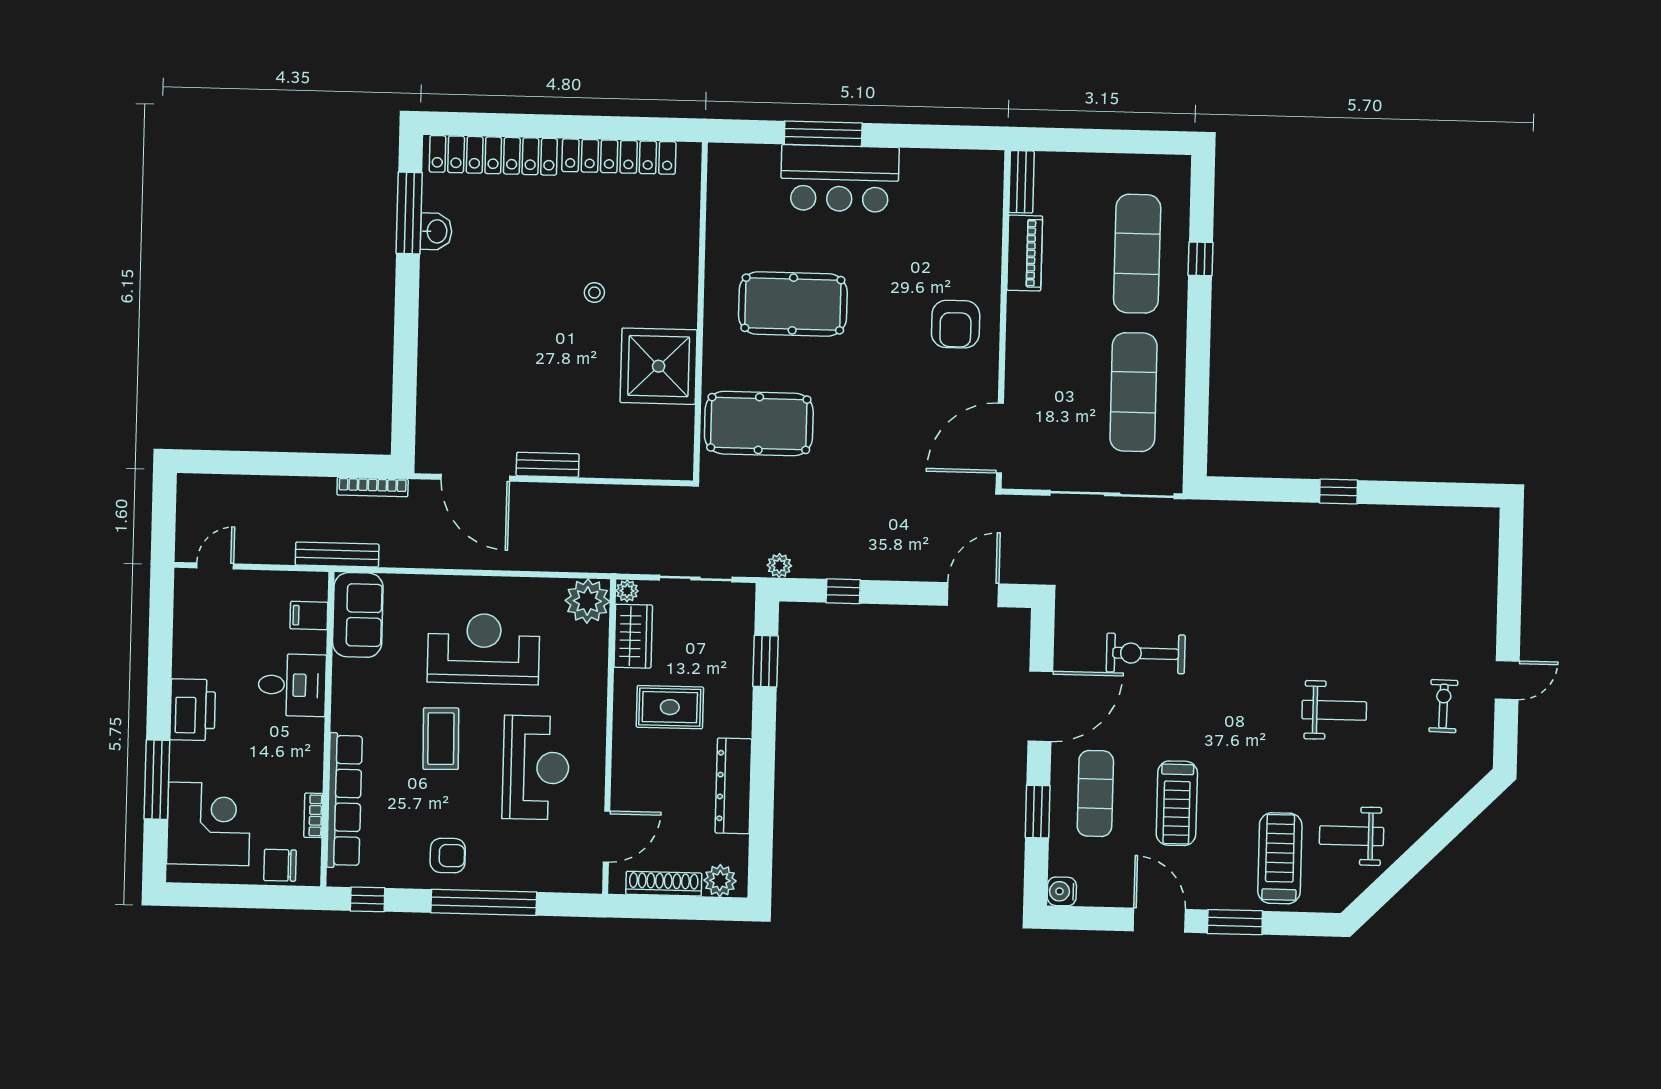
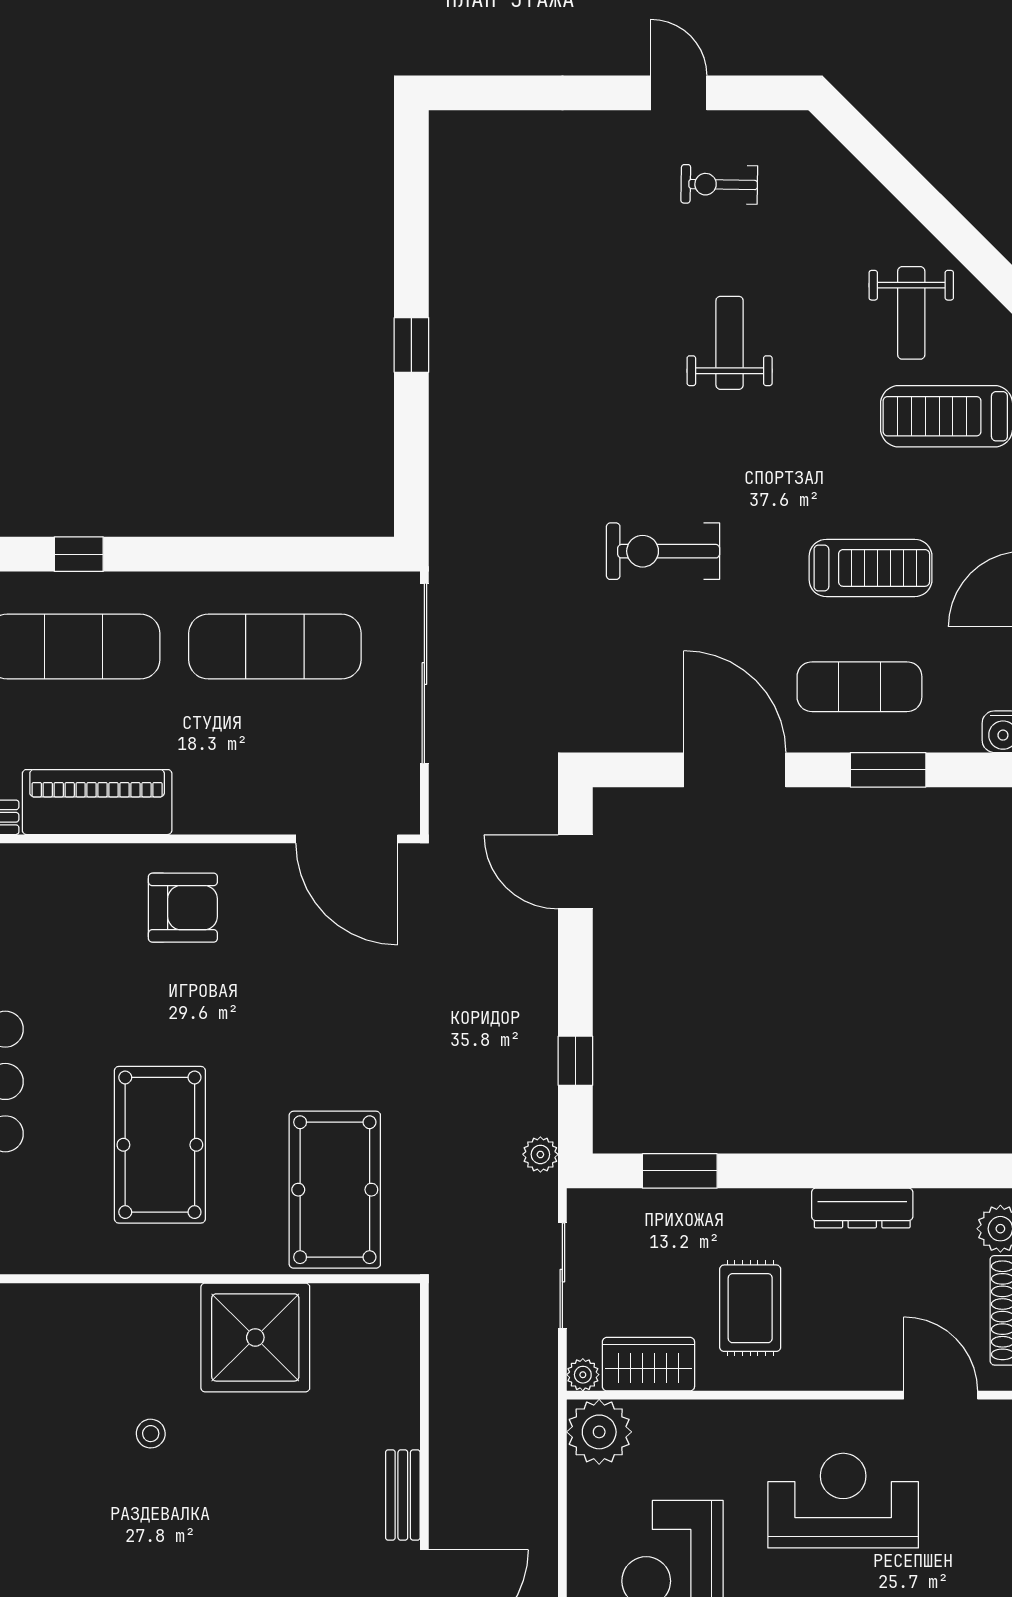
piano: (1025, 253) -> (97, 802), width x1.37, depth x1.33
exercise bike: (1146, 653) -> (663, 551), moved, turned 90
dresser: (733, 786) -> (862, 1208), width x0.73, depth x0.80

